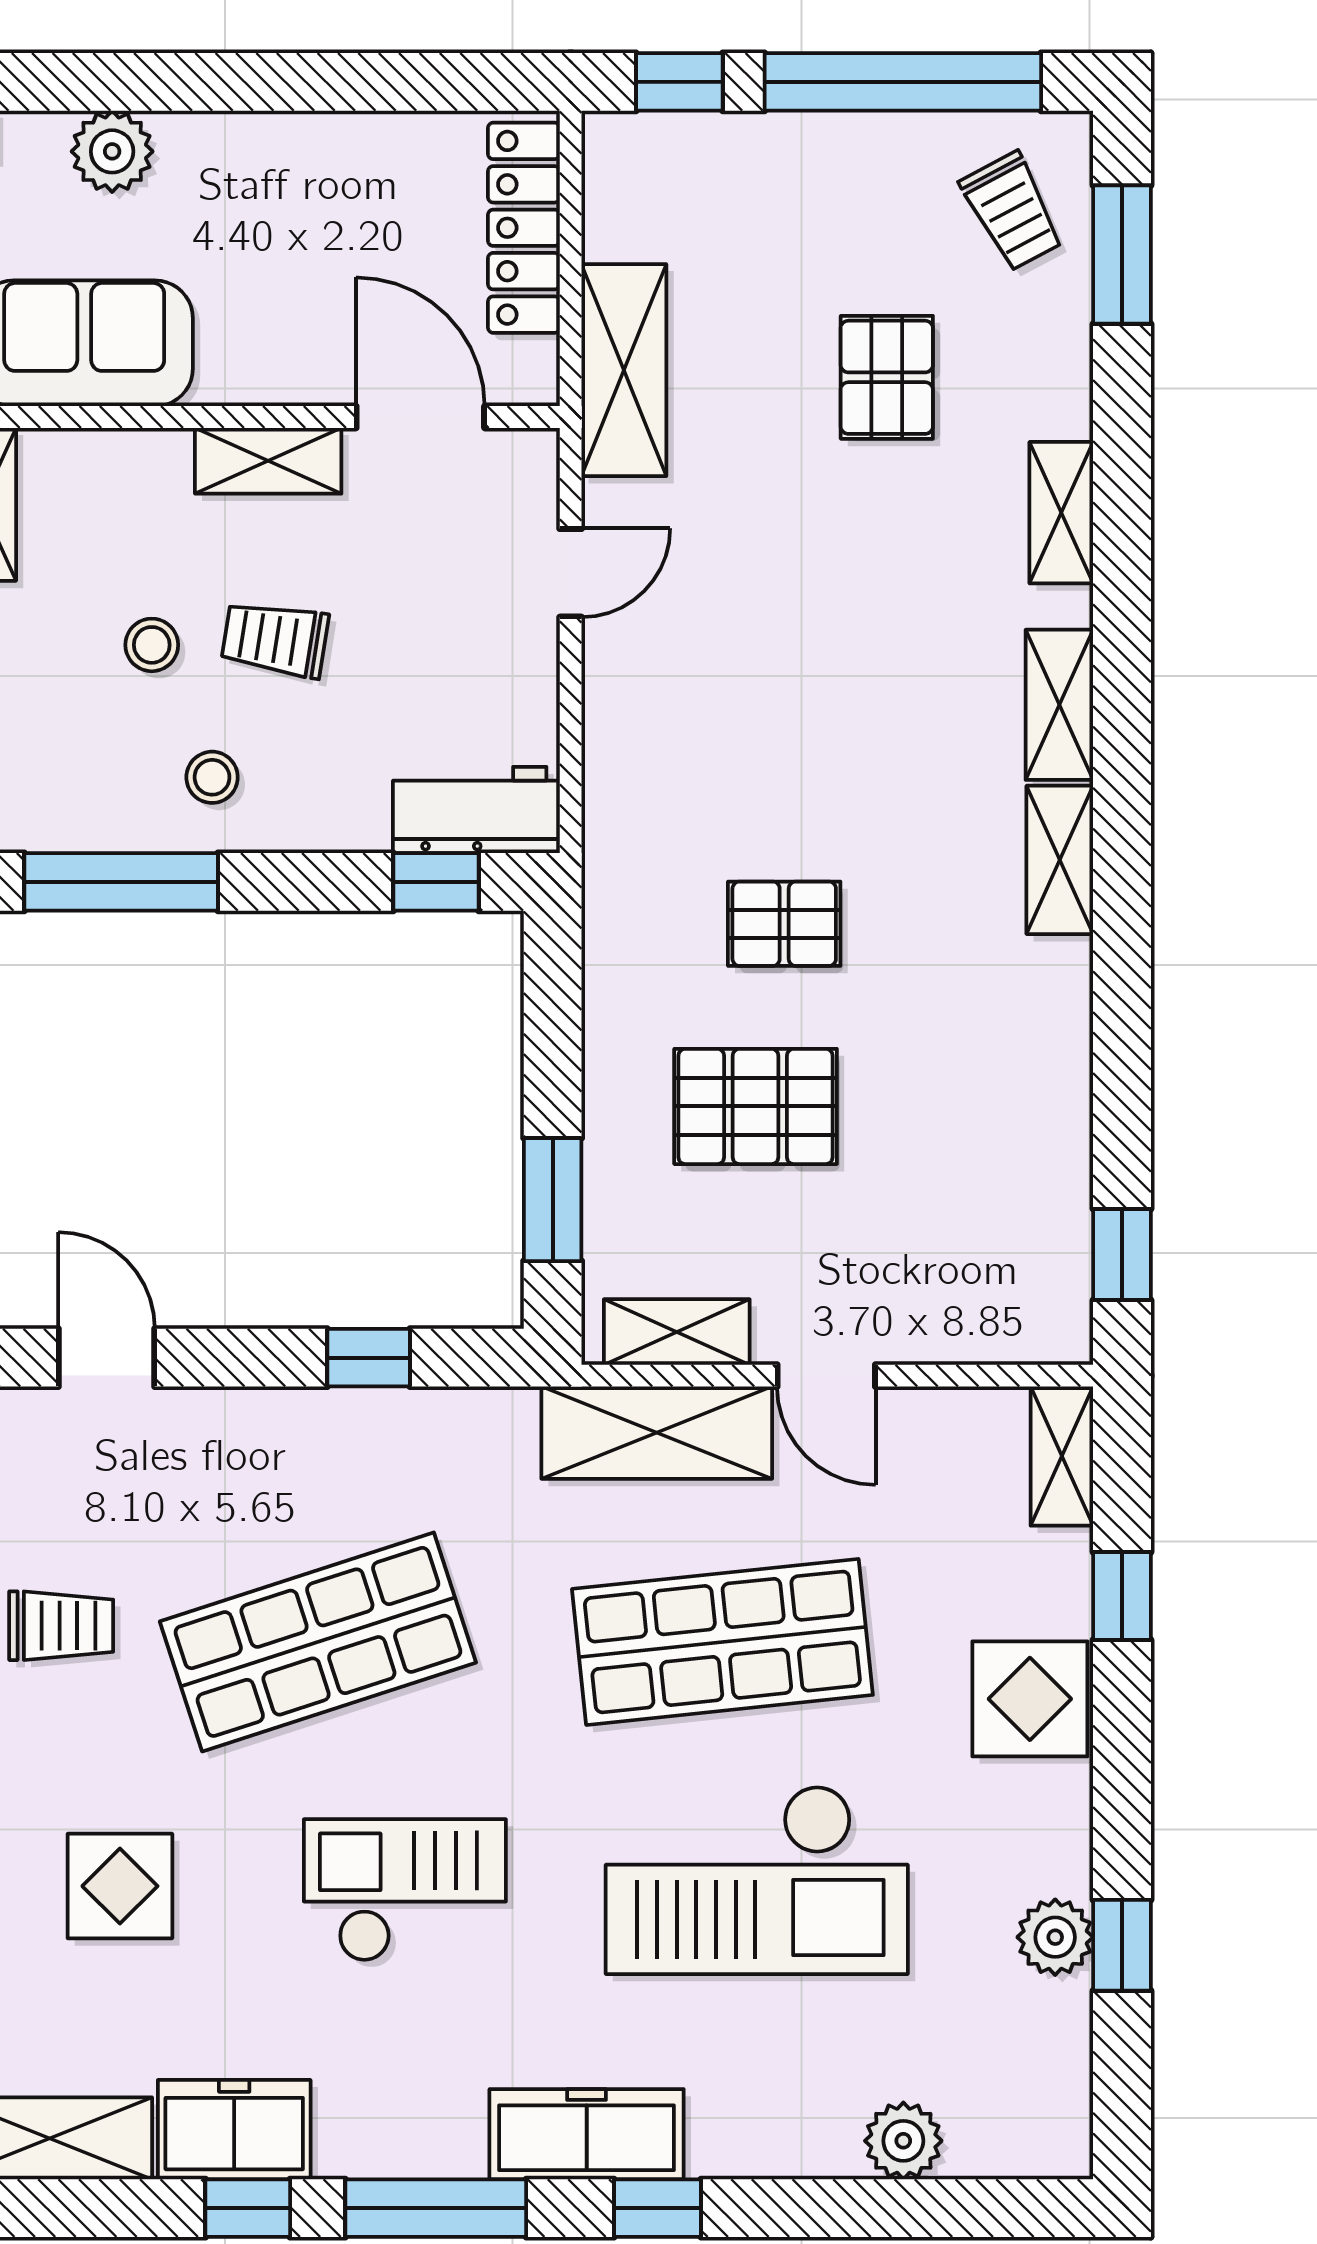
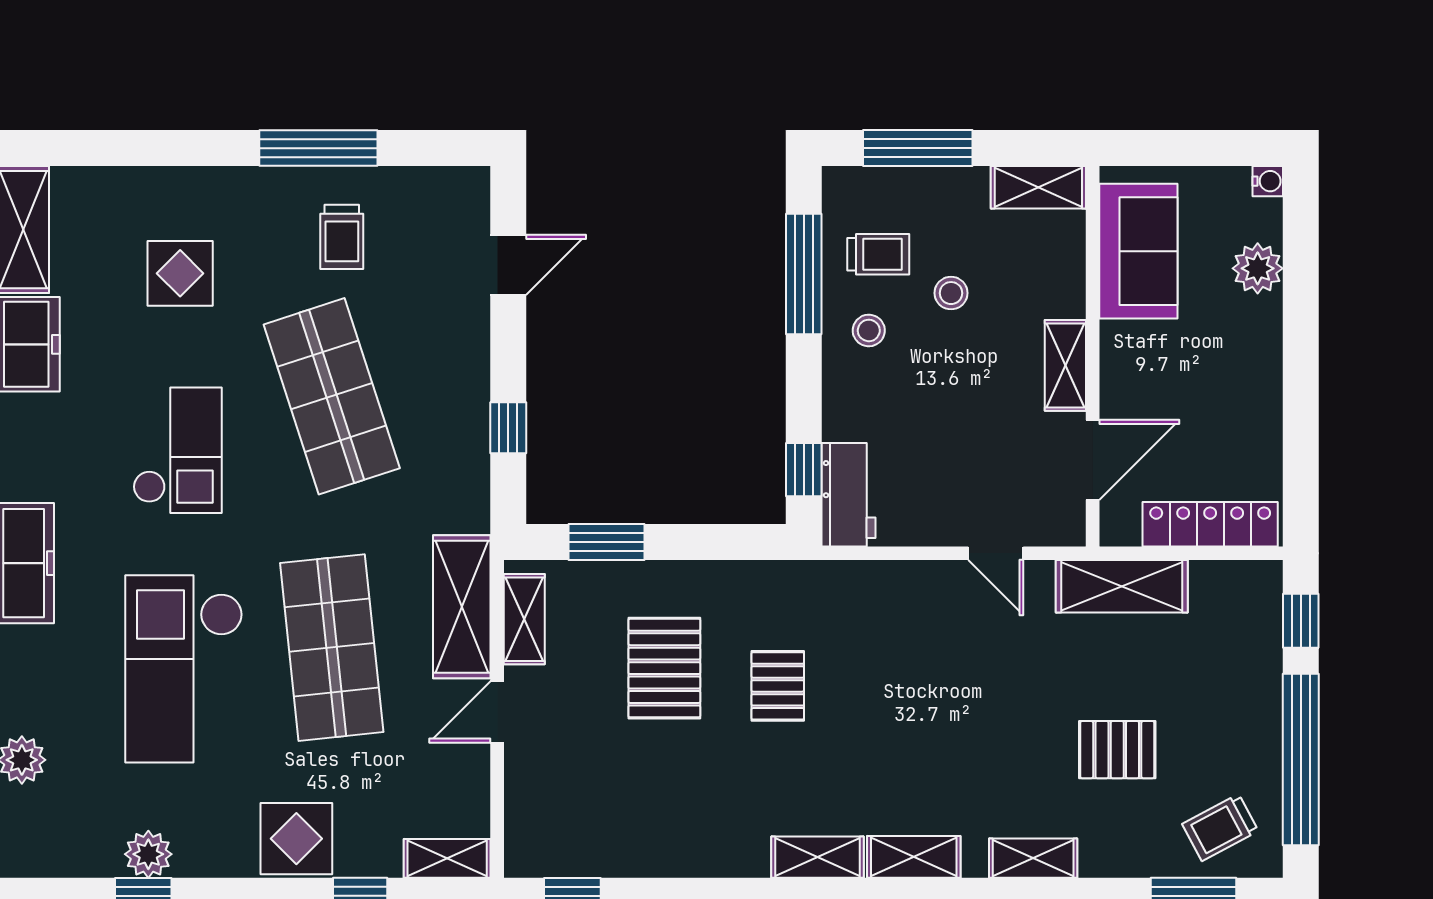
trolley: (275, 639) -> (878, 254), moved, turned 81

